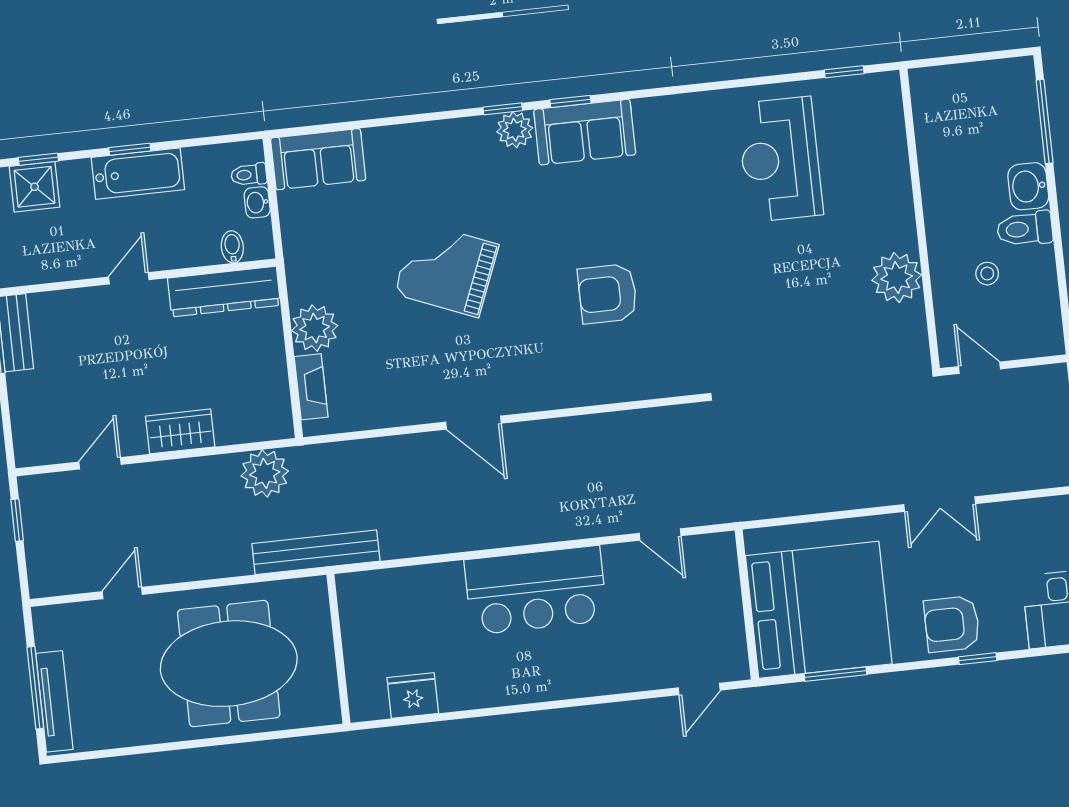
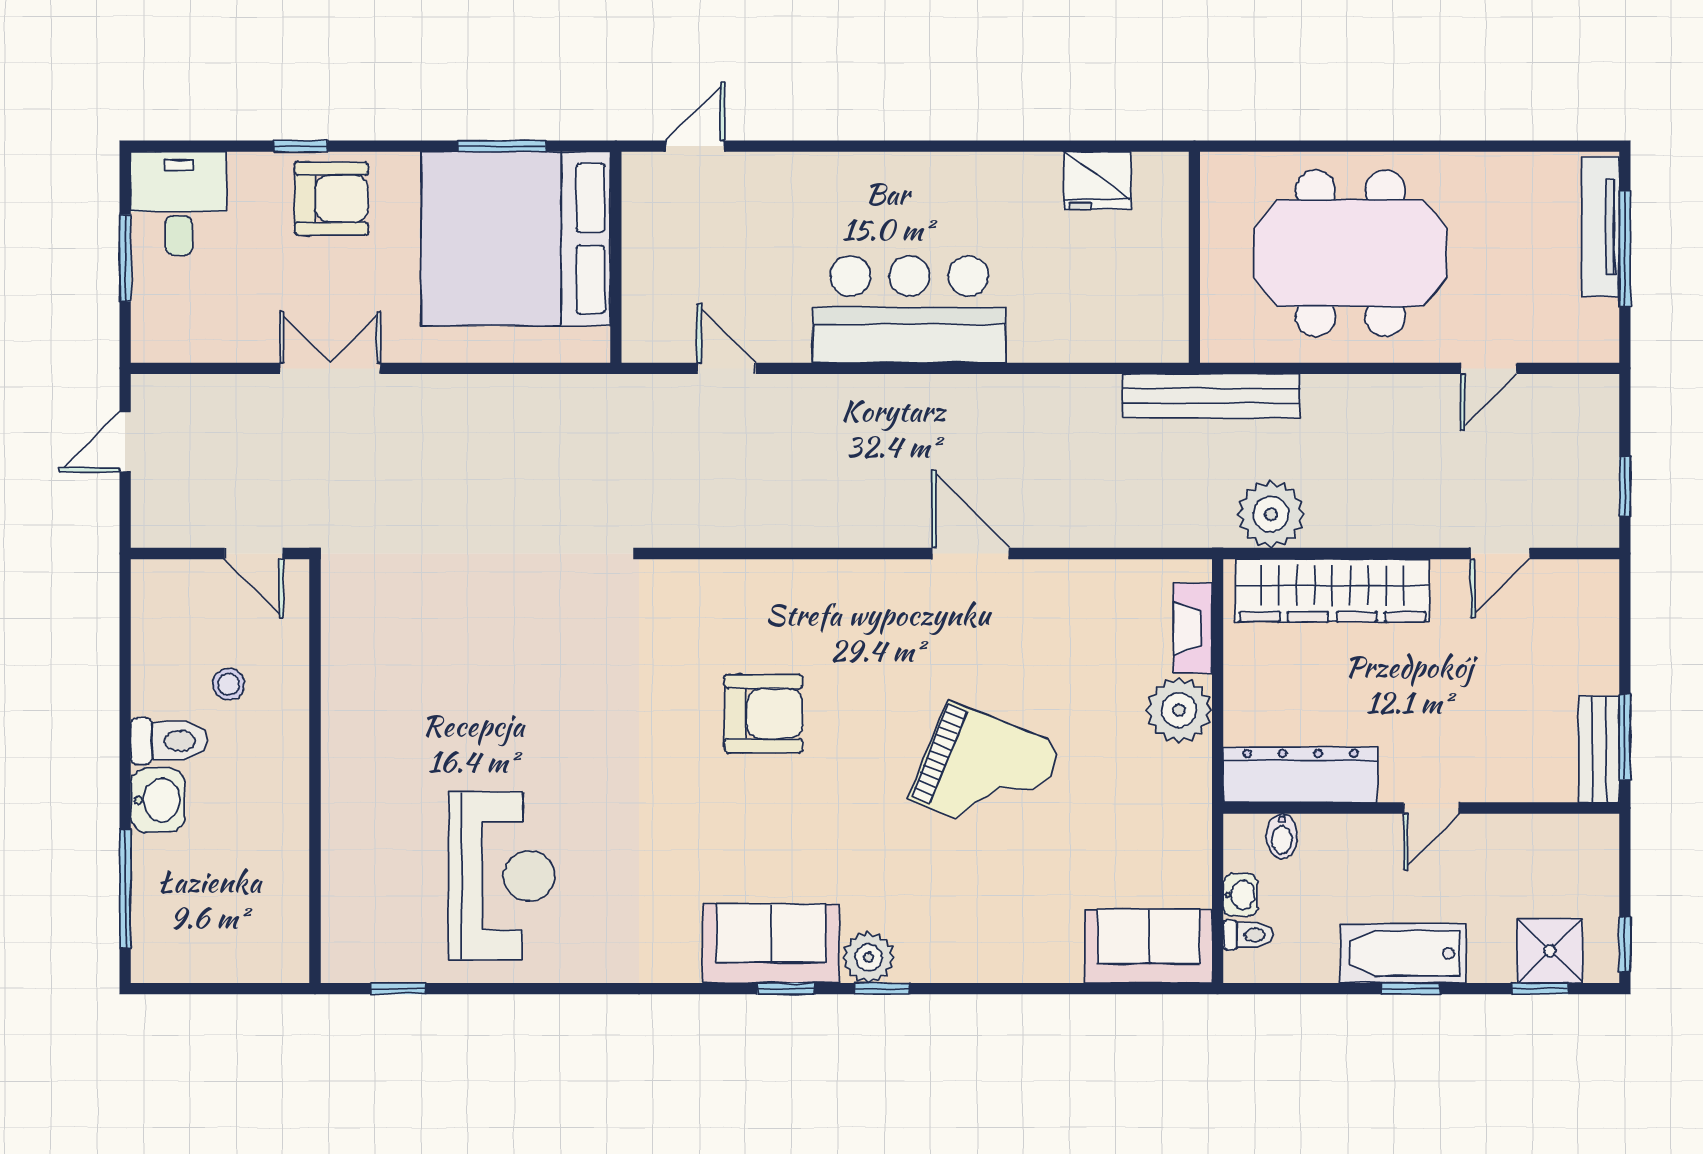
plant: (897, 278) -> (356, 692), removed
wardrobe: (180, 431) -> (1332, 590), width x2.10, depth x1.17

